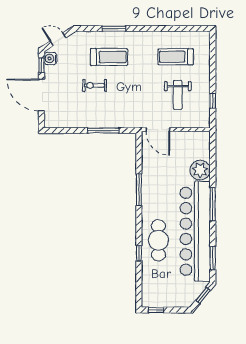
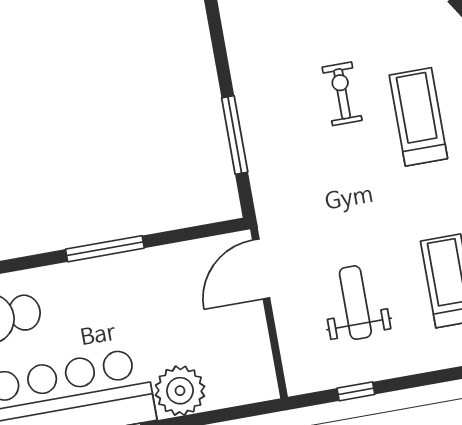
treadmill: (109, 57) -> (418, 117), turned 180
weight bench: (178, 95) -> (355, 303), turned 90

